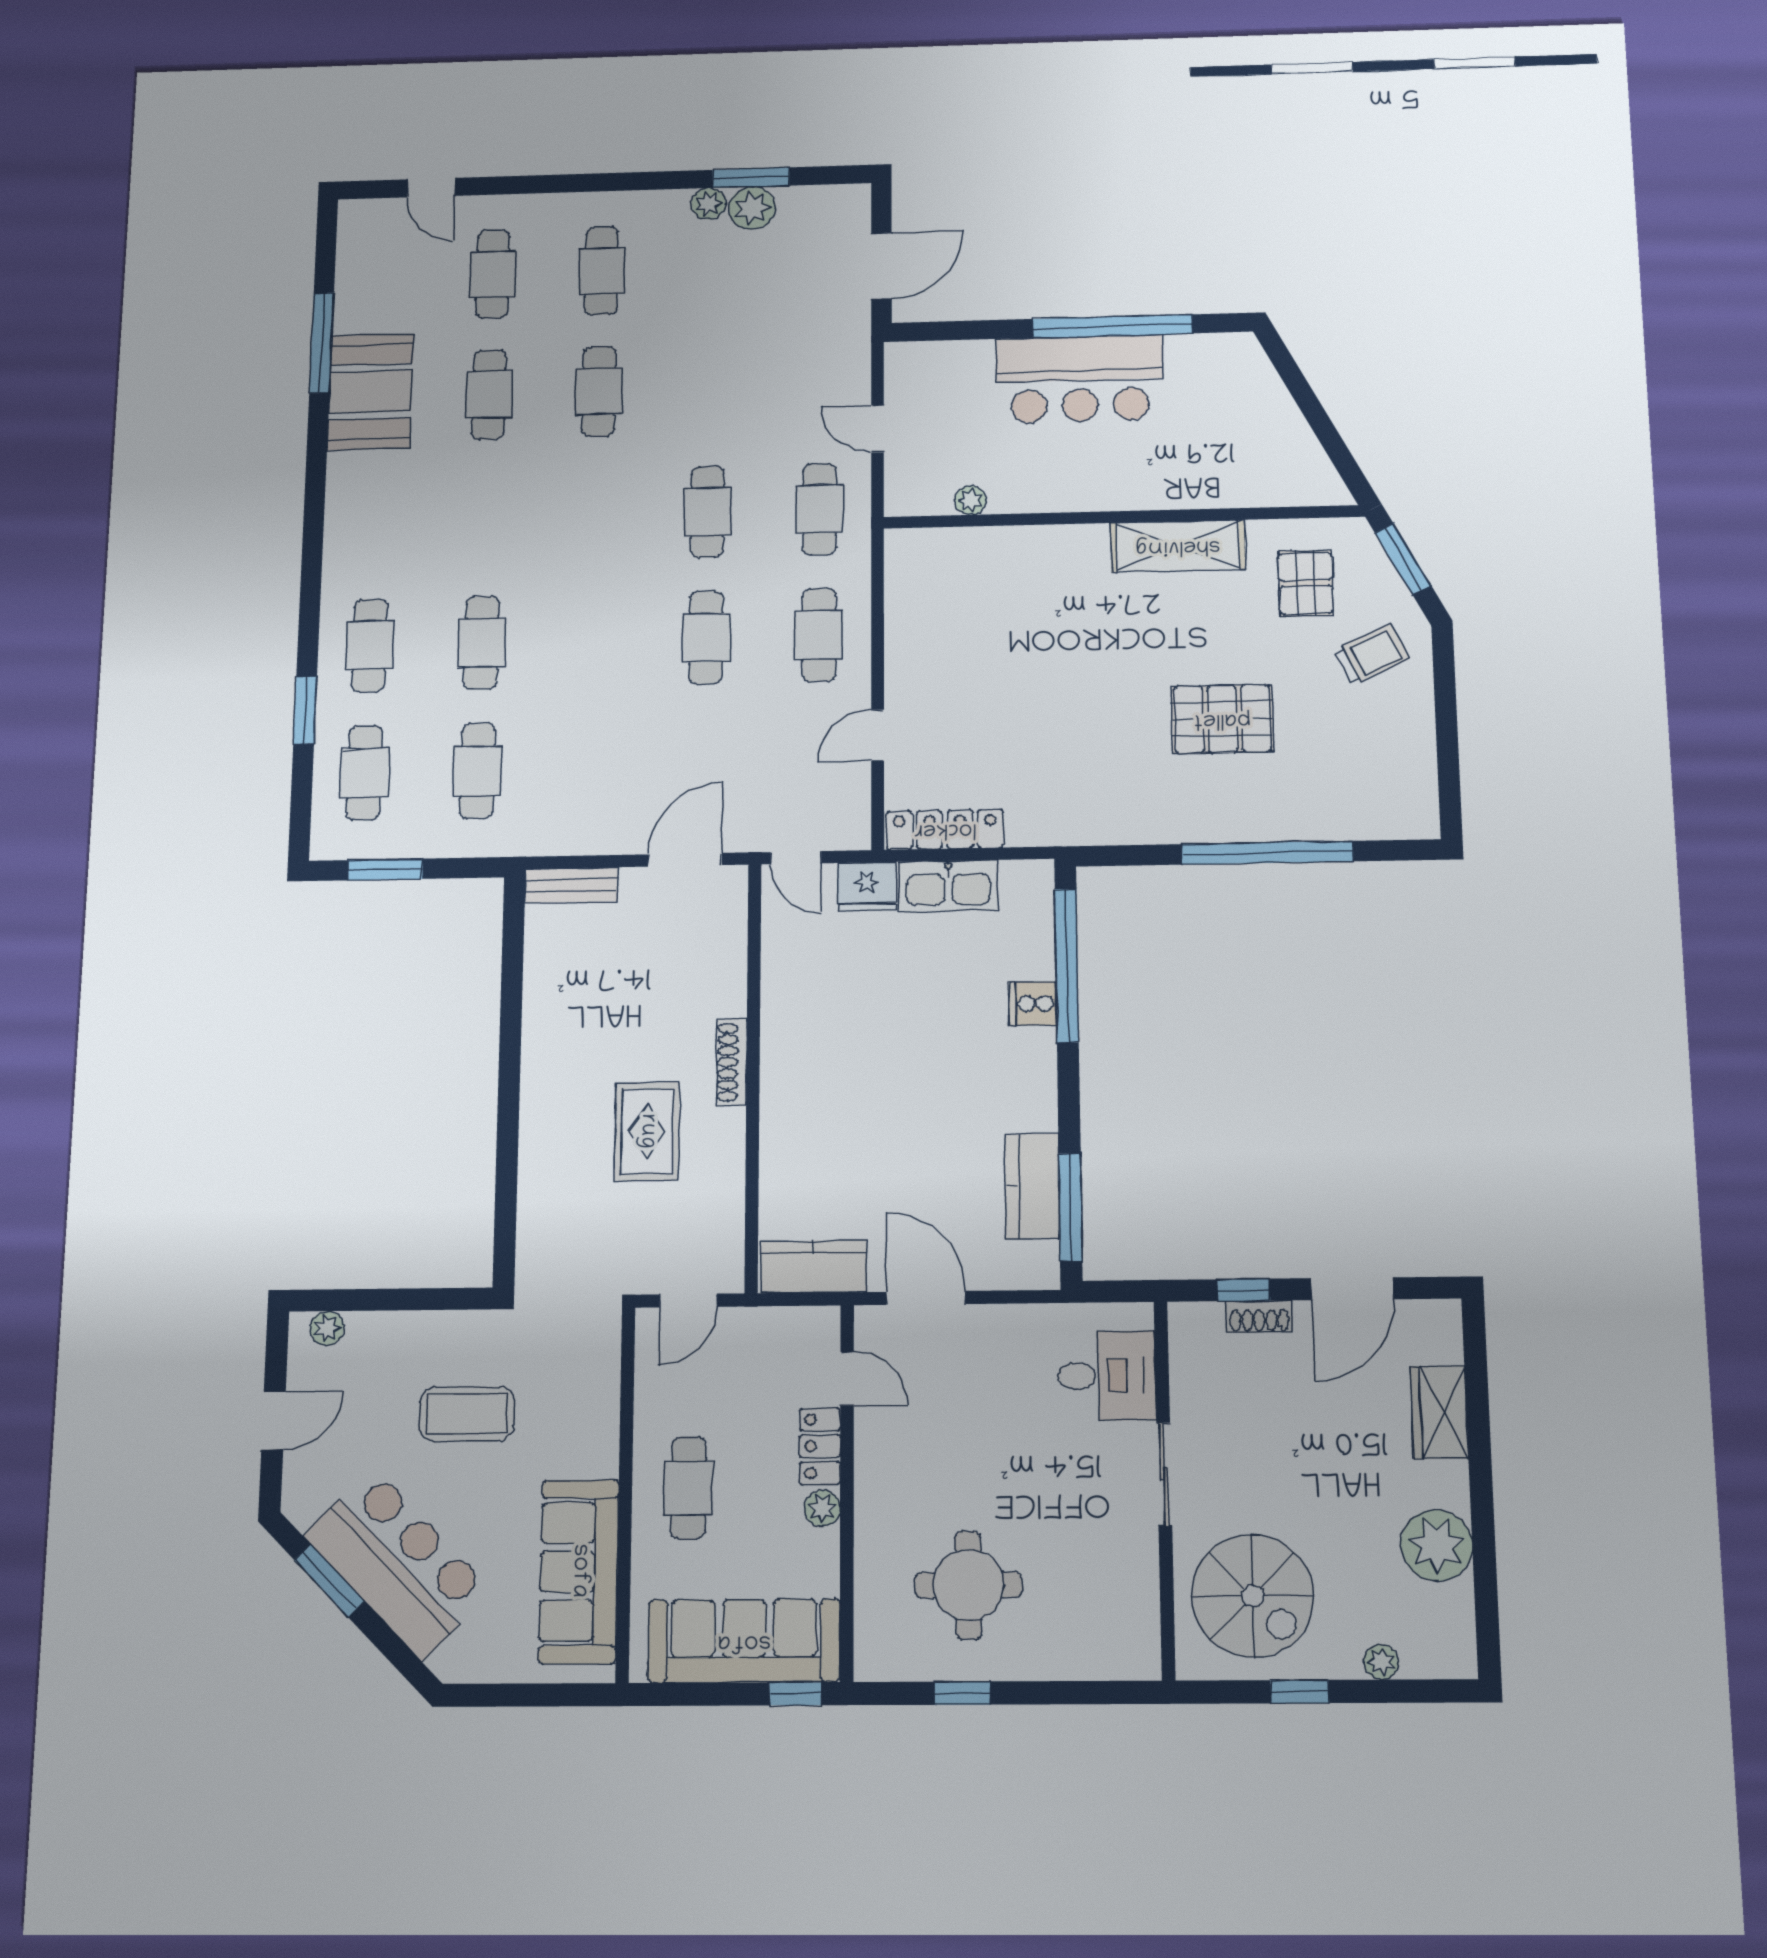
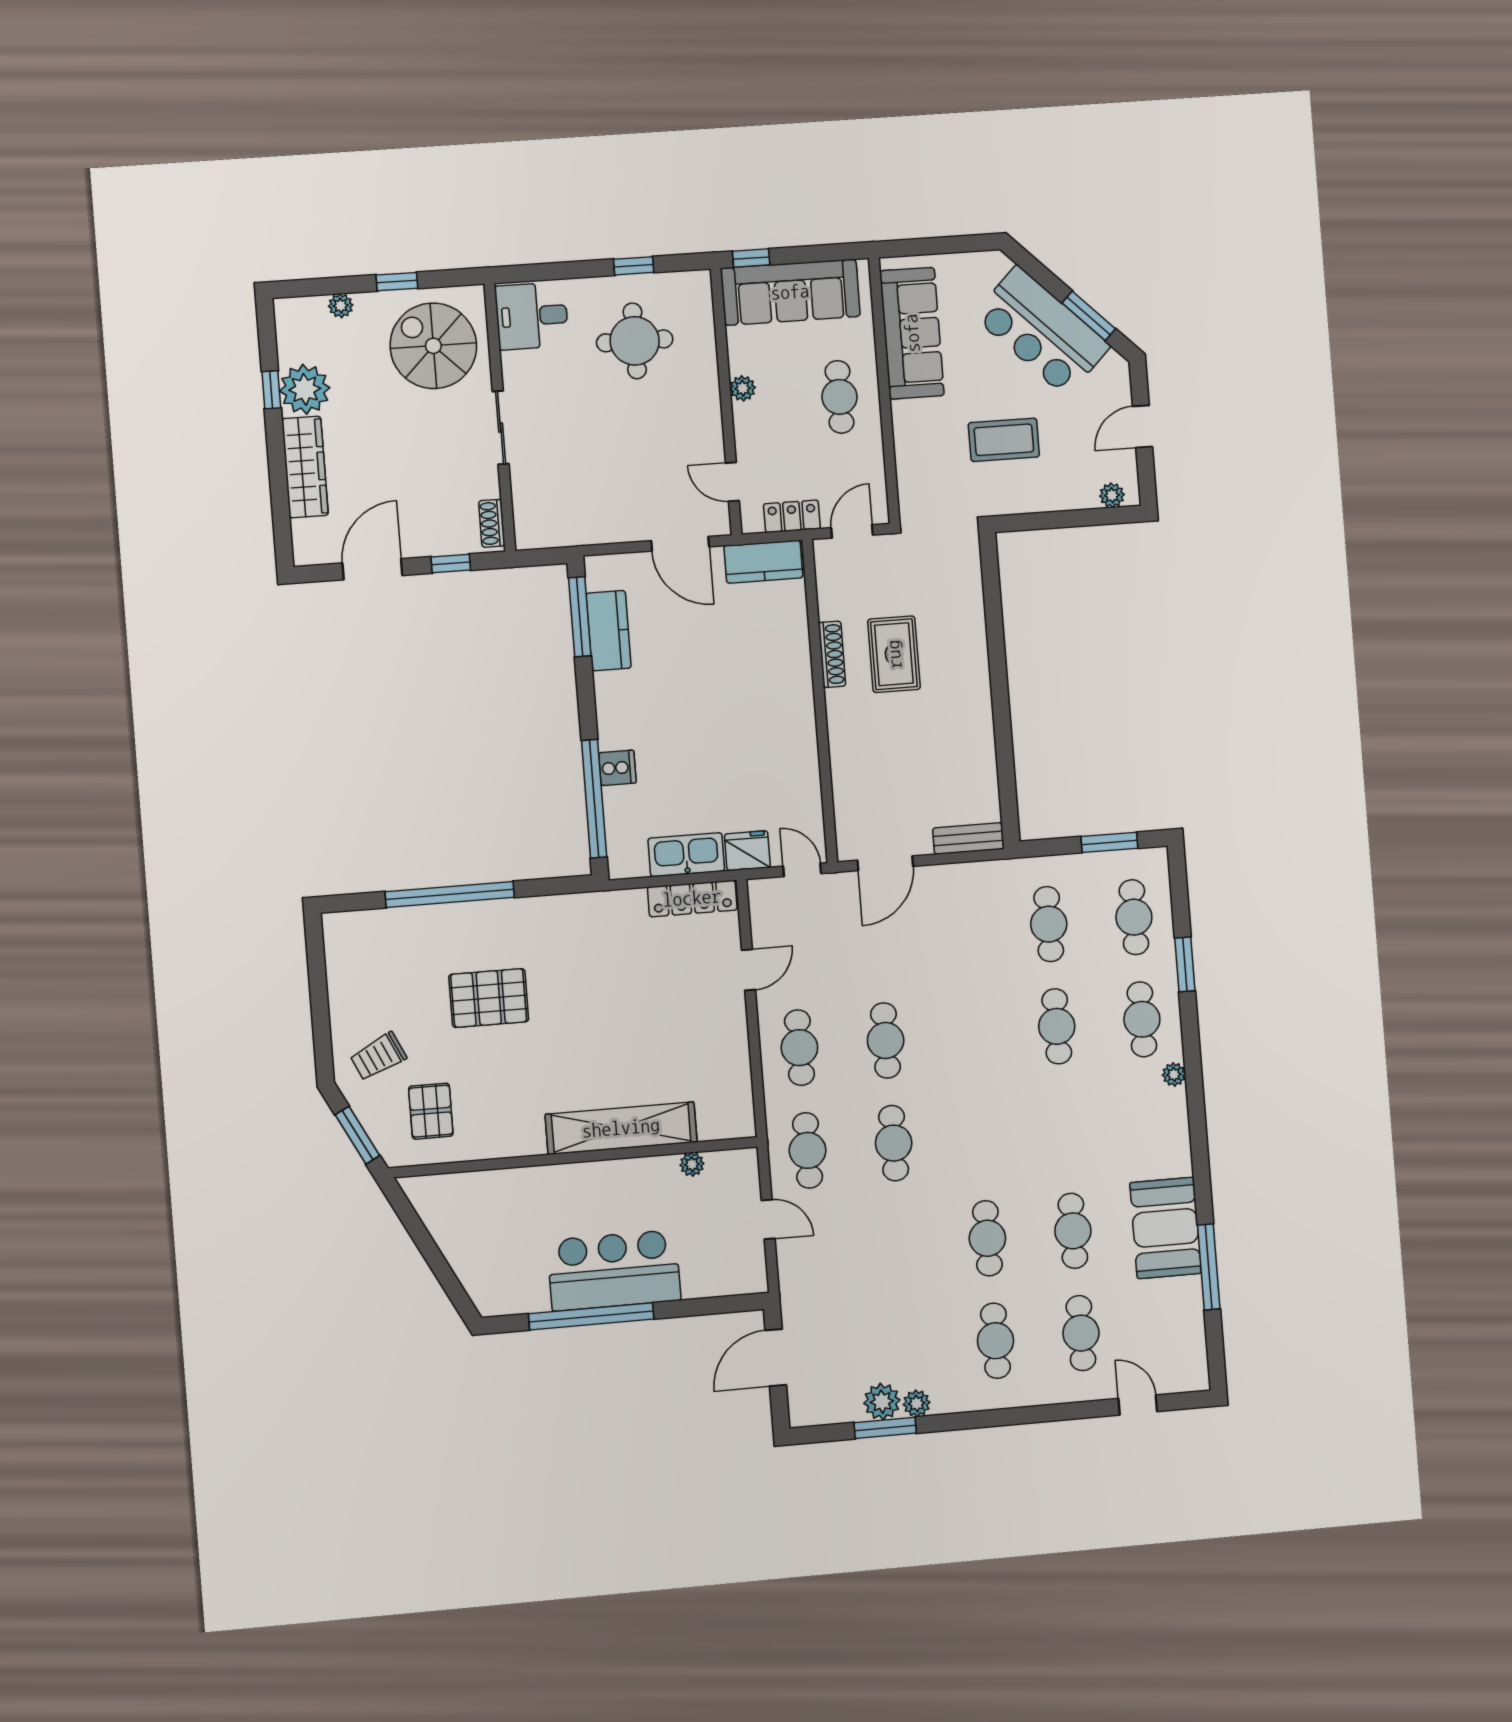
shelving: (1178, 546) -> (621, 1128), moved, width x1.47
plant: (337, 575) -> (1174, 1074), added
shoe rack: (732, 1062) -> (832, 654), moved
shoe rack: (1259, 1316) -> (492, 523), moved, turned -90
desk: (1107, 1376) -> (532, 316), moved
wardrobe: (1439, 1412) -> (305, 467), width x1.50
locker: (820, 1446) -> (792, 516), moved, turned -90
window: (1484, 1548) -> (271, 390), added

